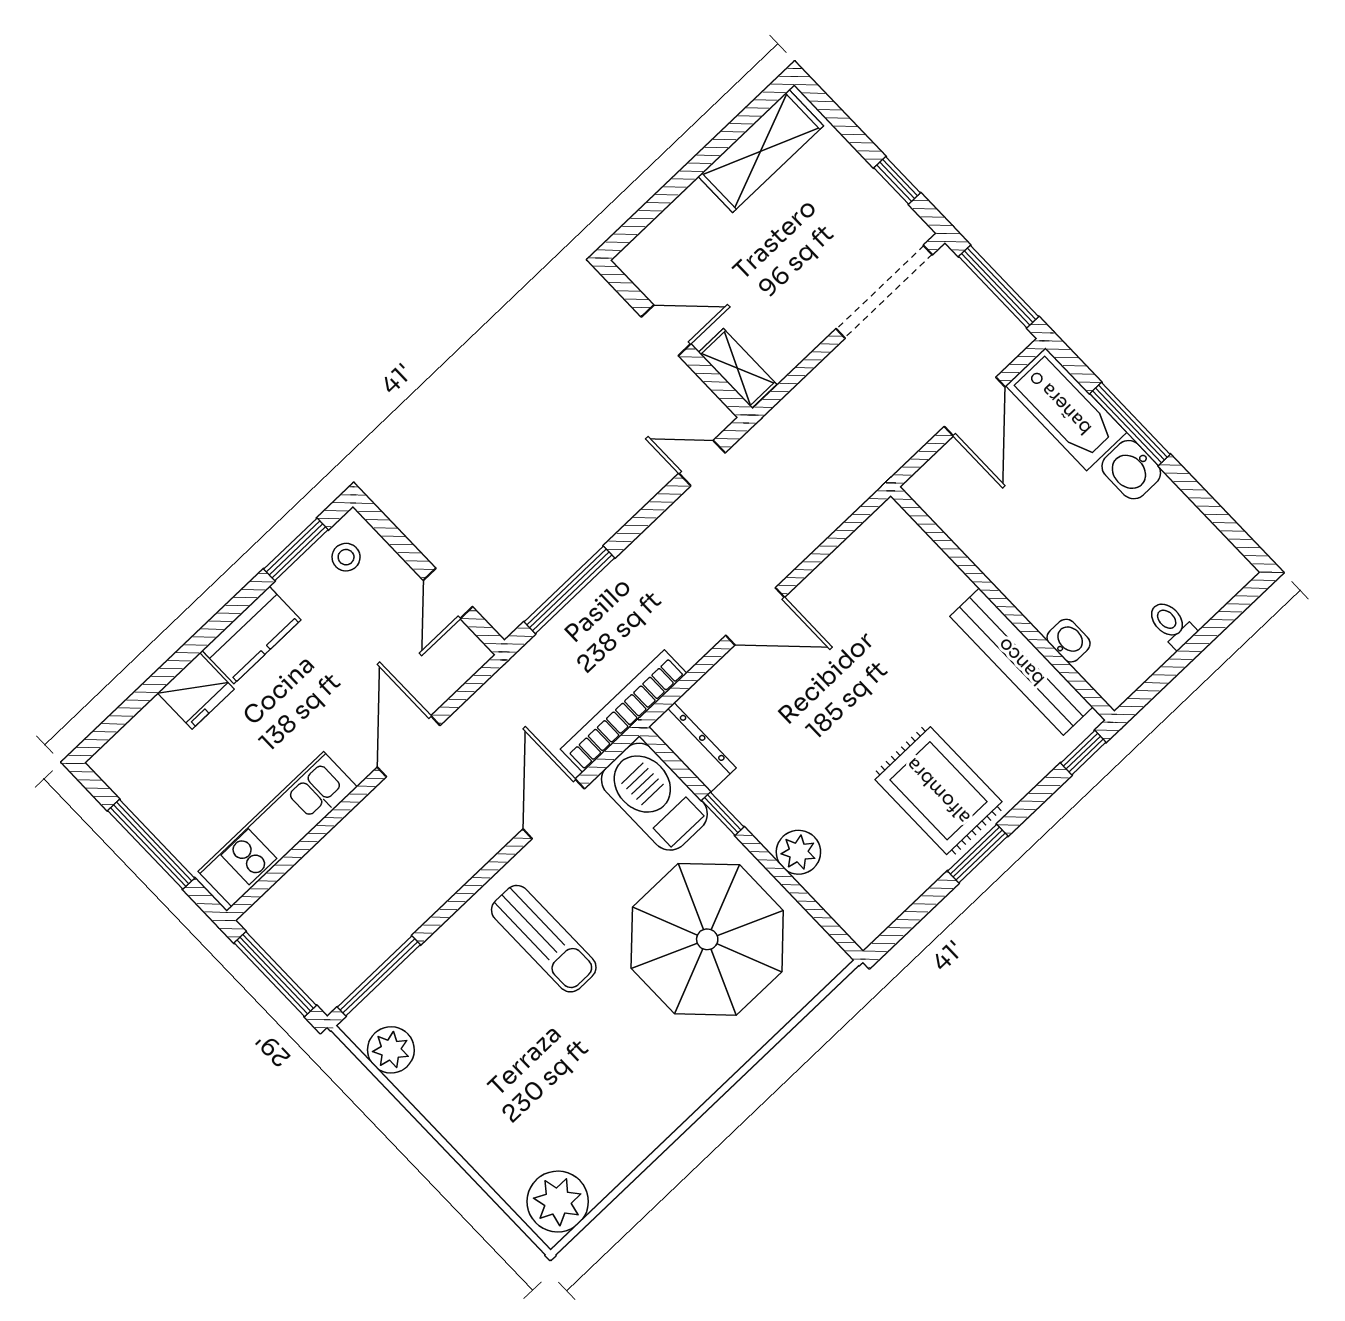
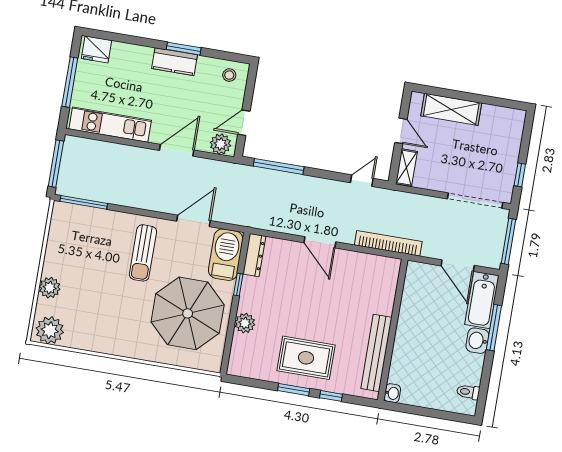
shelving: (761, 151) -> (451, 109), moved
door: (975, 407) -> (458, 266), hinge flipped
door: (702, 463) -> (362, 181), hinge flipped
window: (296, 549) -> (184, 49), moved
toilet: (1171, 624) -> (468, 392), moved, turned -90
washbasin: (1069, 641) -> (392, 393), moved
plant: (455, 662) -> (220, 144), added
fridge: (196, 691) -> (97, 49), moved
bookcase: (624, 711) -> (388, 243), moved
window: (1083, 753) -> (331, 396), moved
rug: (938, 791) -> (306, 358), turned 90
plant: (391, 1050) -> (50, 288), moved

